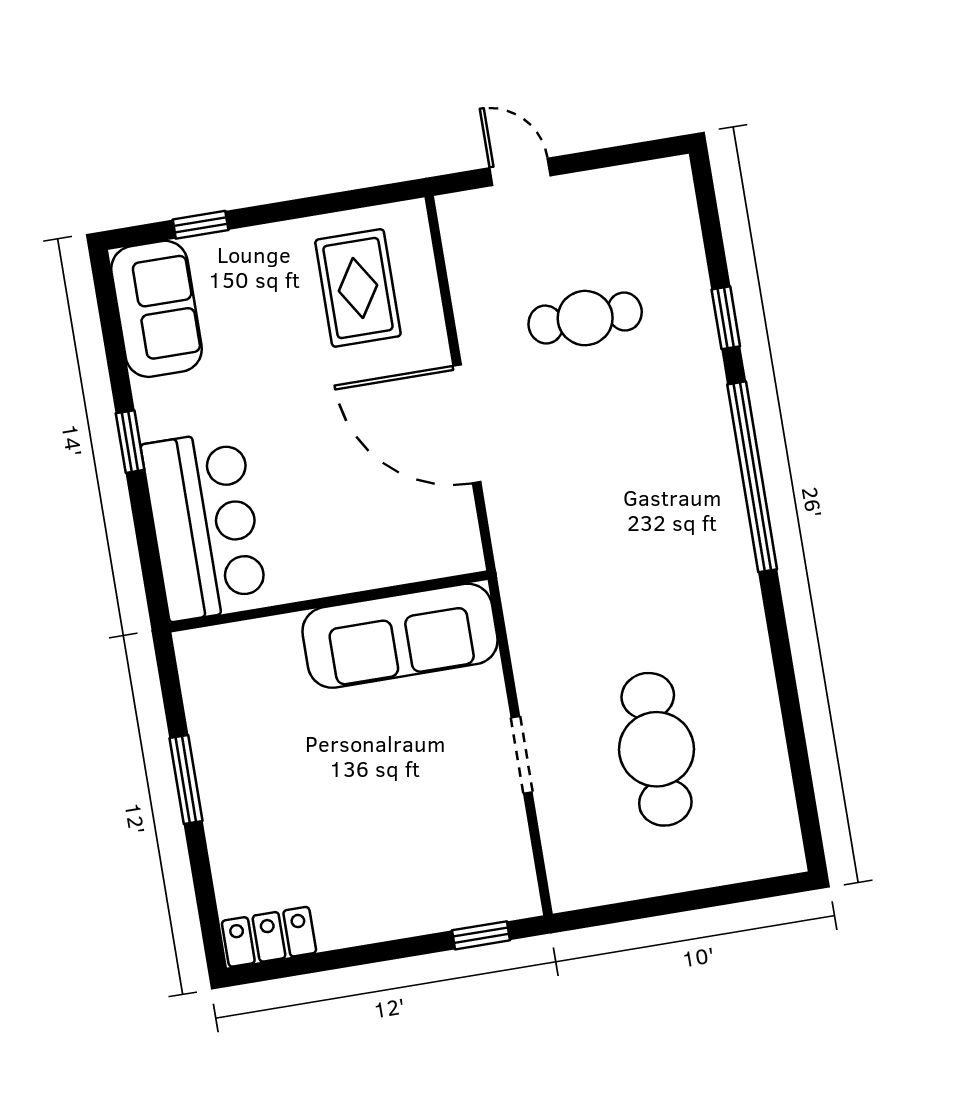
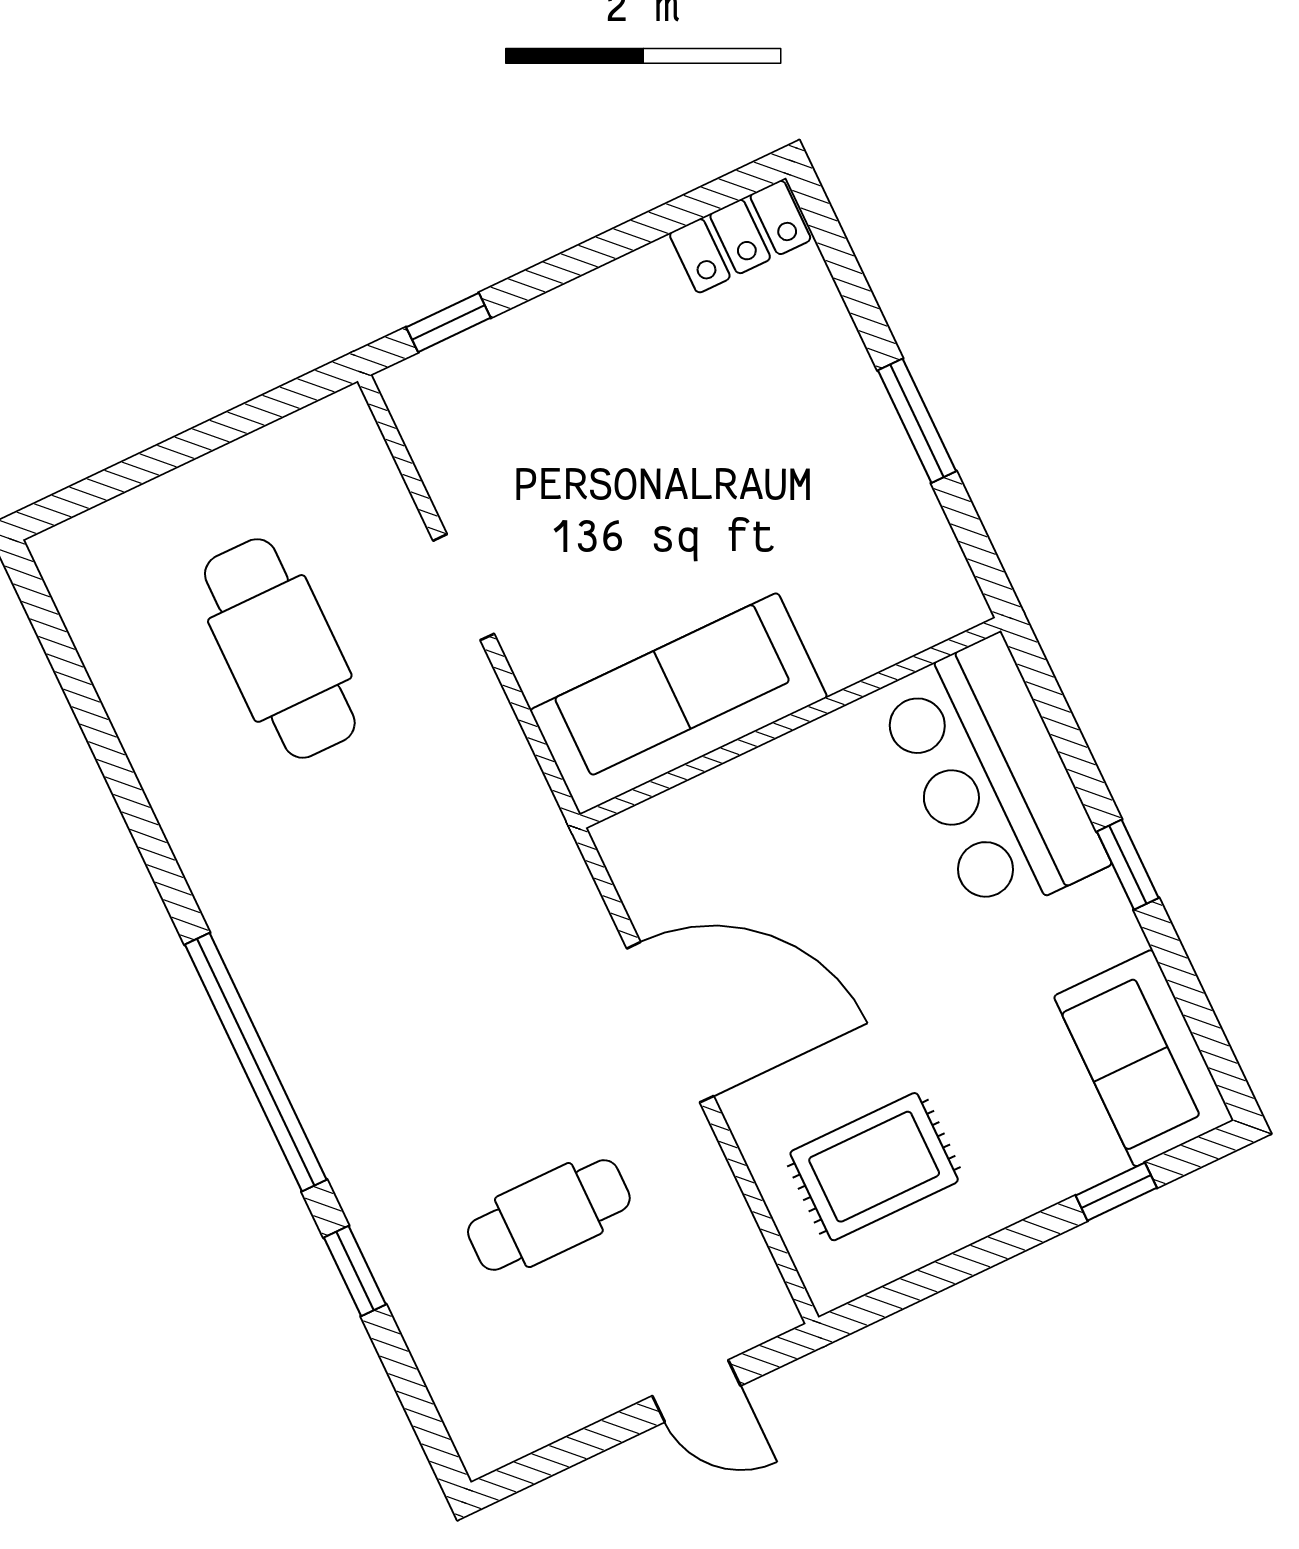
rug: (358, 288) -> (874, 1167), turned 90

